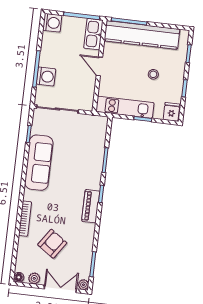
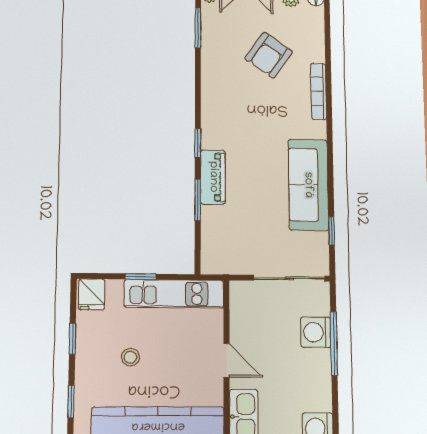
piano: (91, 206) -> (213, 177), moved

